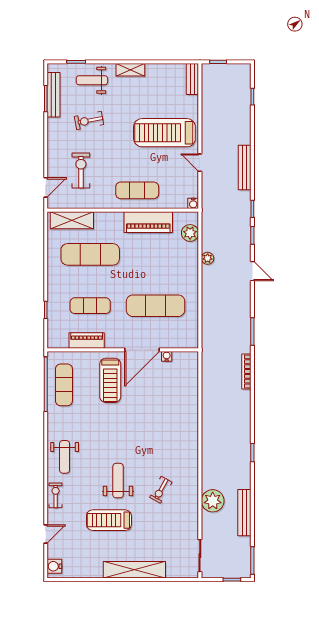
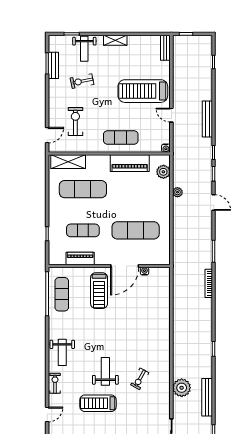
weight bench: (92, 80) -> (84, 49), turned -90
bench: (54, 95) -> (53, 65), width x0.73

